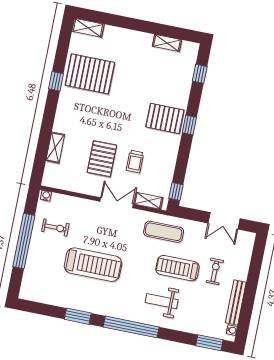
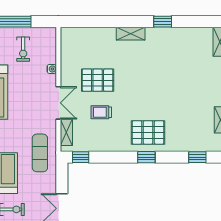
pallet: (90, 74) -> (176, 53), removed
pallet: (165, 118) -> (148, 132), turned 90
shelving: (55, 148) -> (131, 34), moved
water cooler: (46, 196) -> (52, 69), moved

